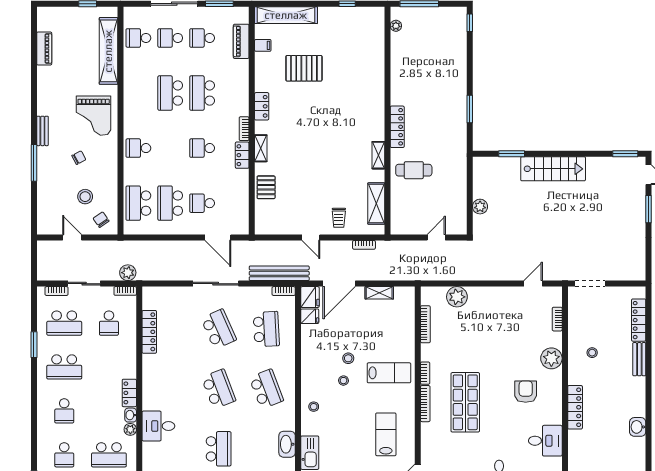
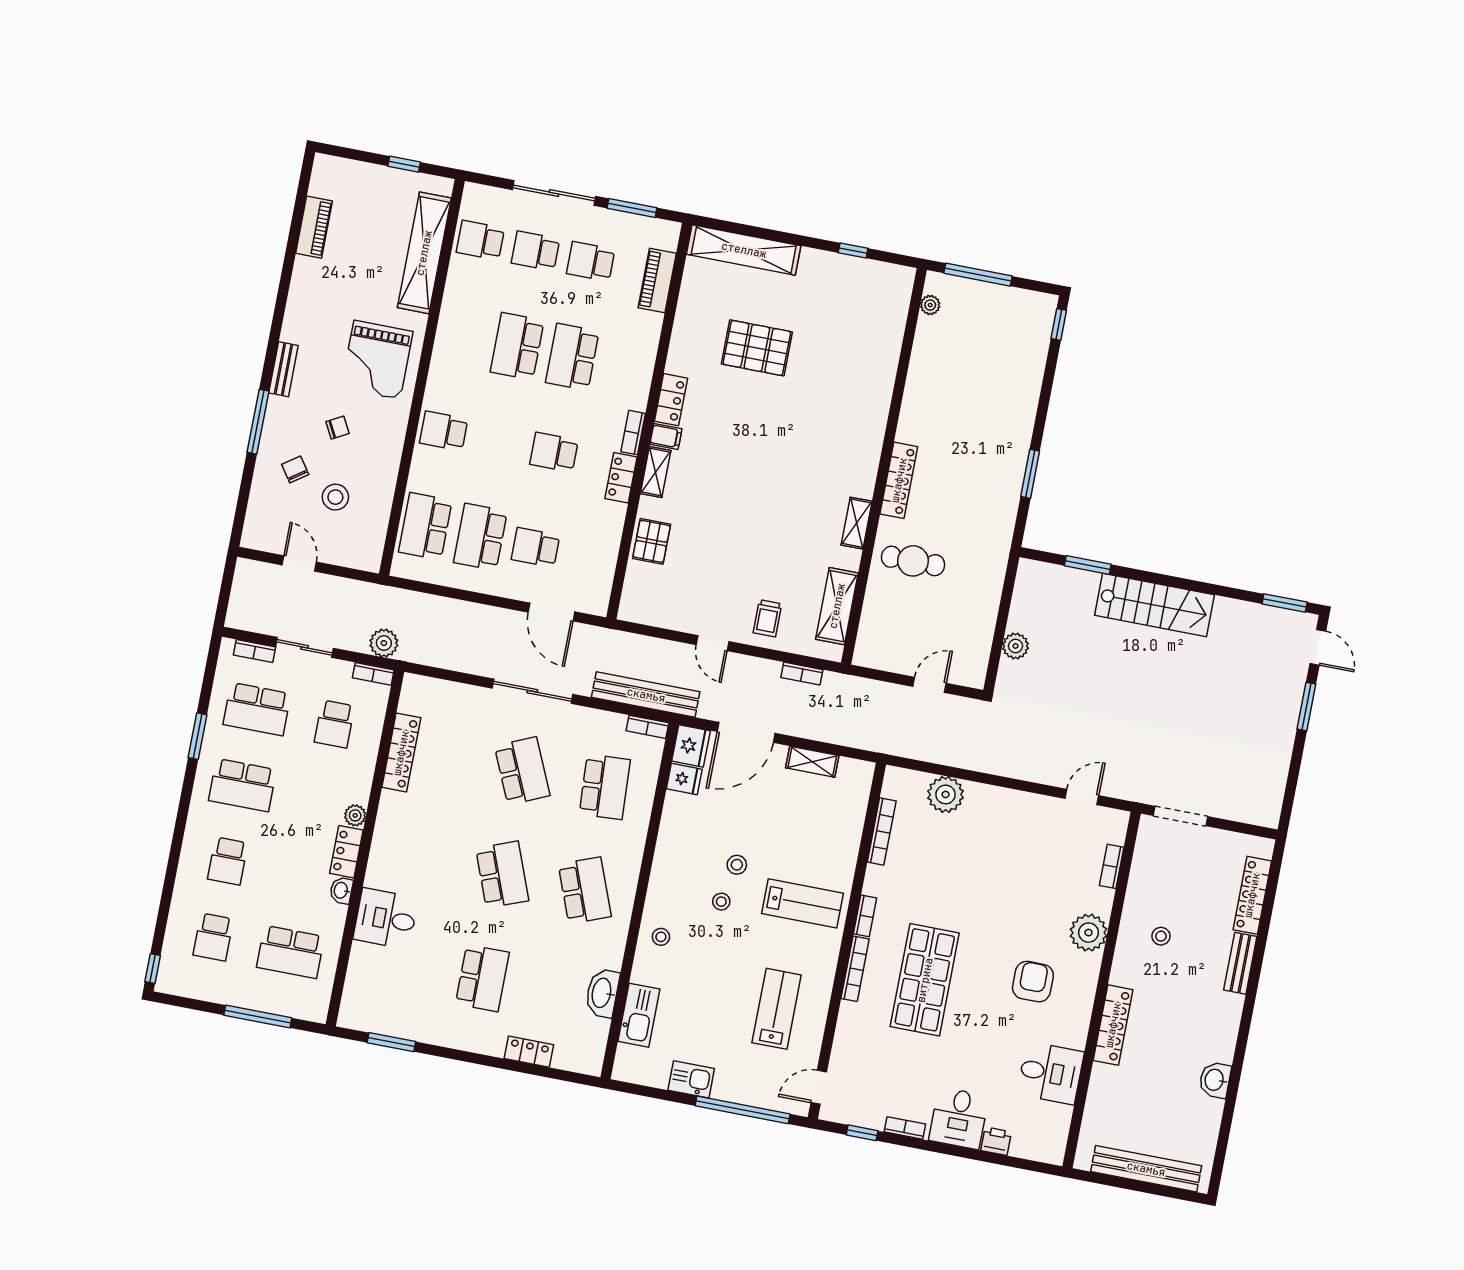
filing cabinet: (263, 45) -> (666, 437), moved
chair: (101, 220) -> (295, 469), moved
plant: (130, 429) -> (355, 815), moved

